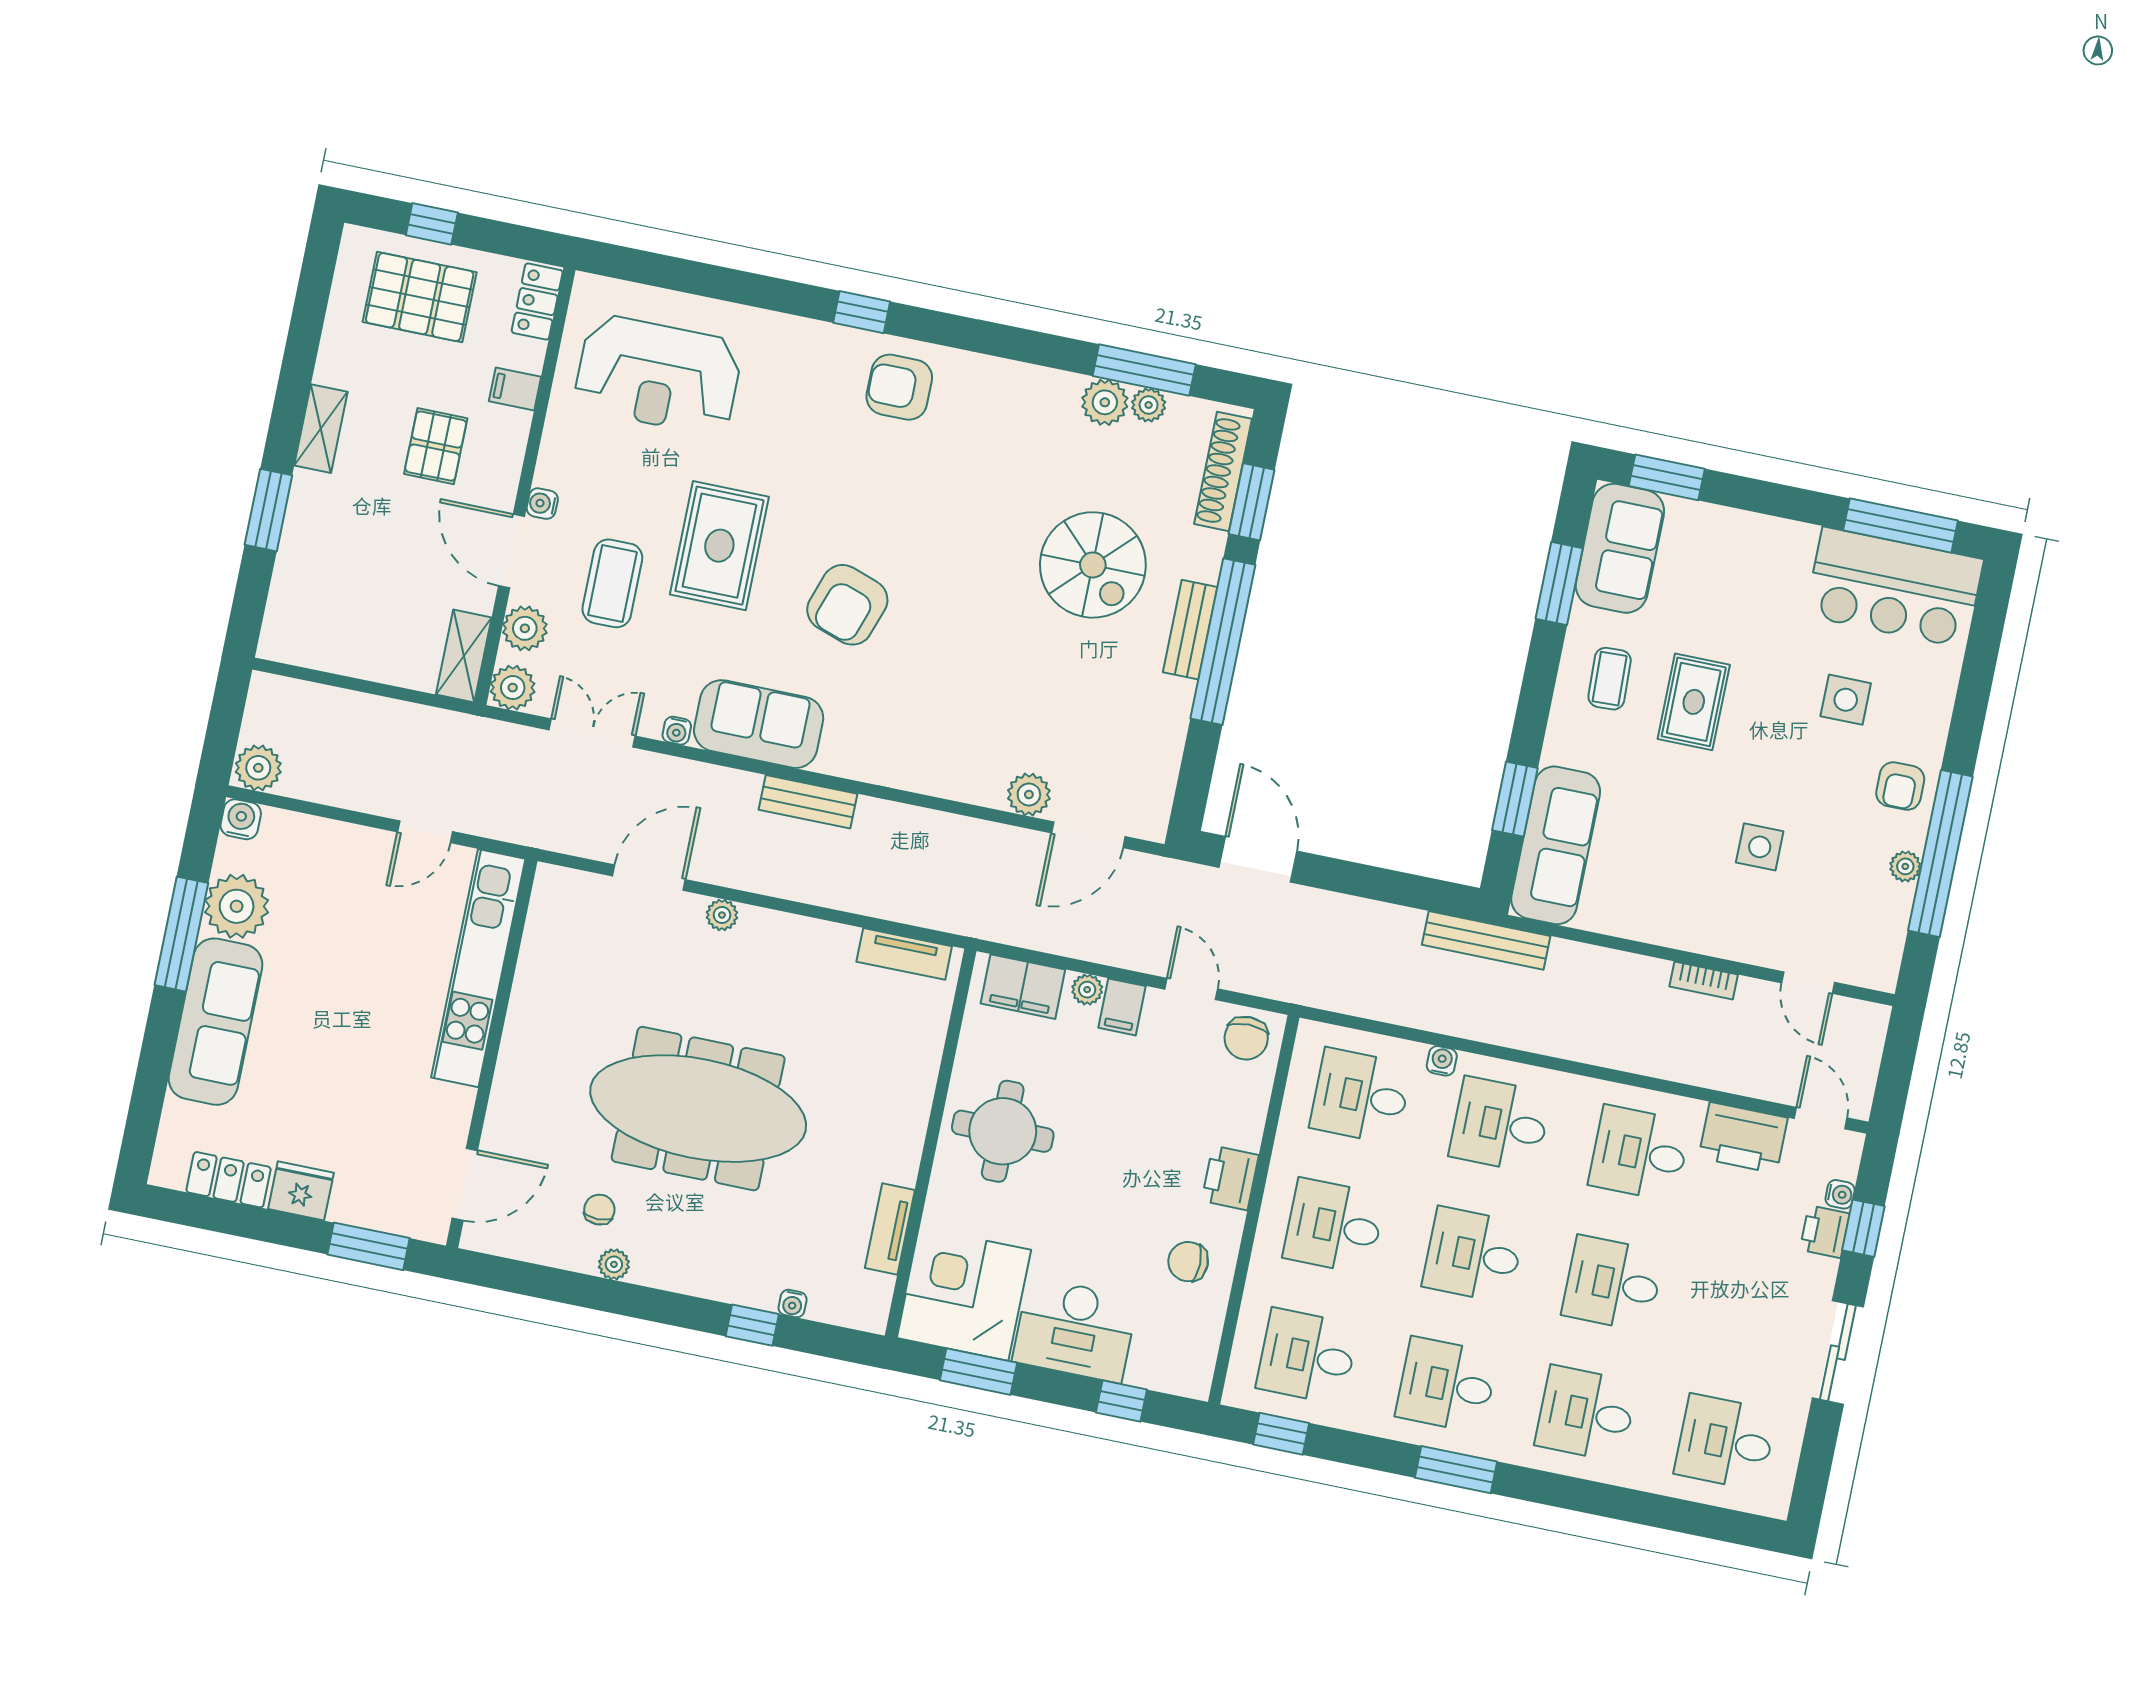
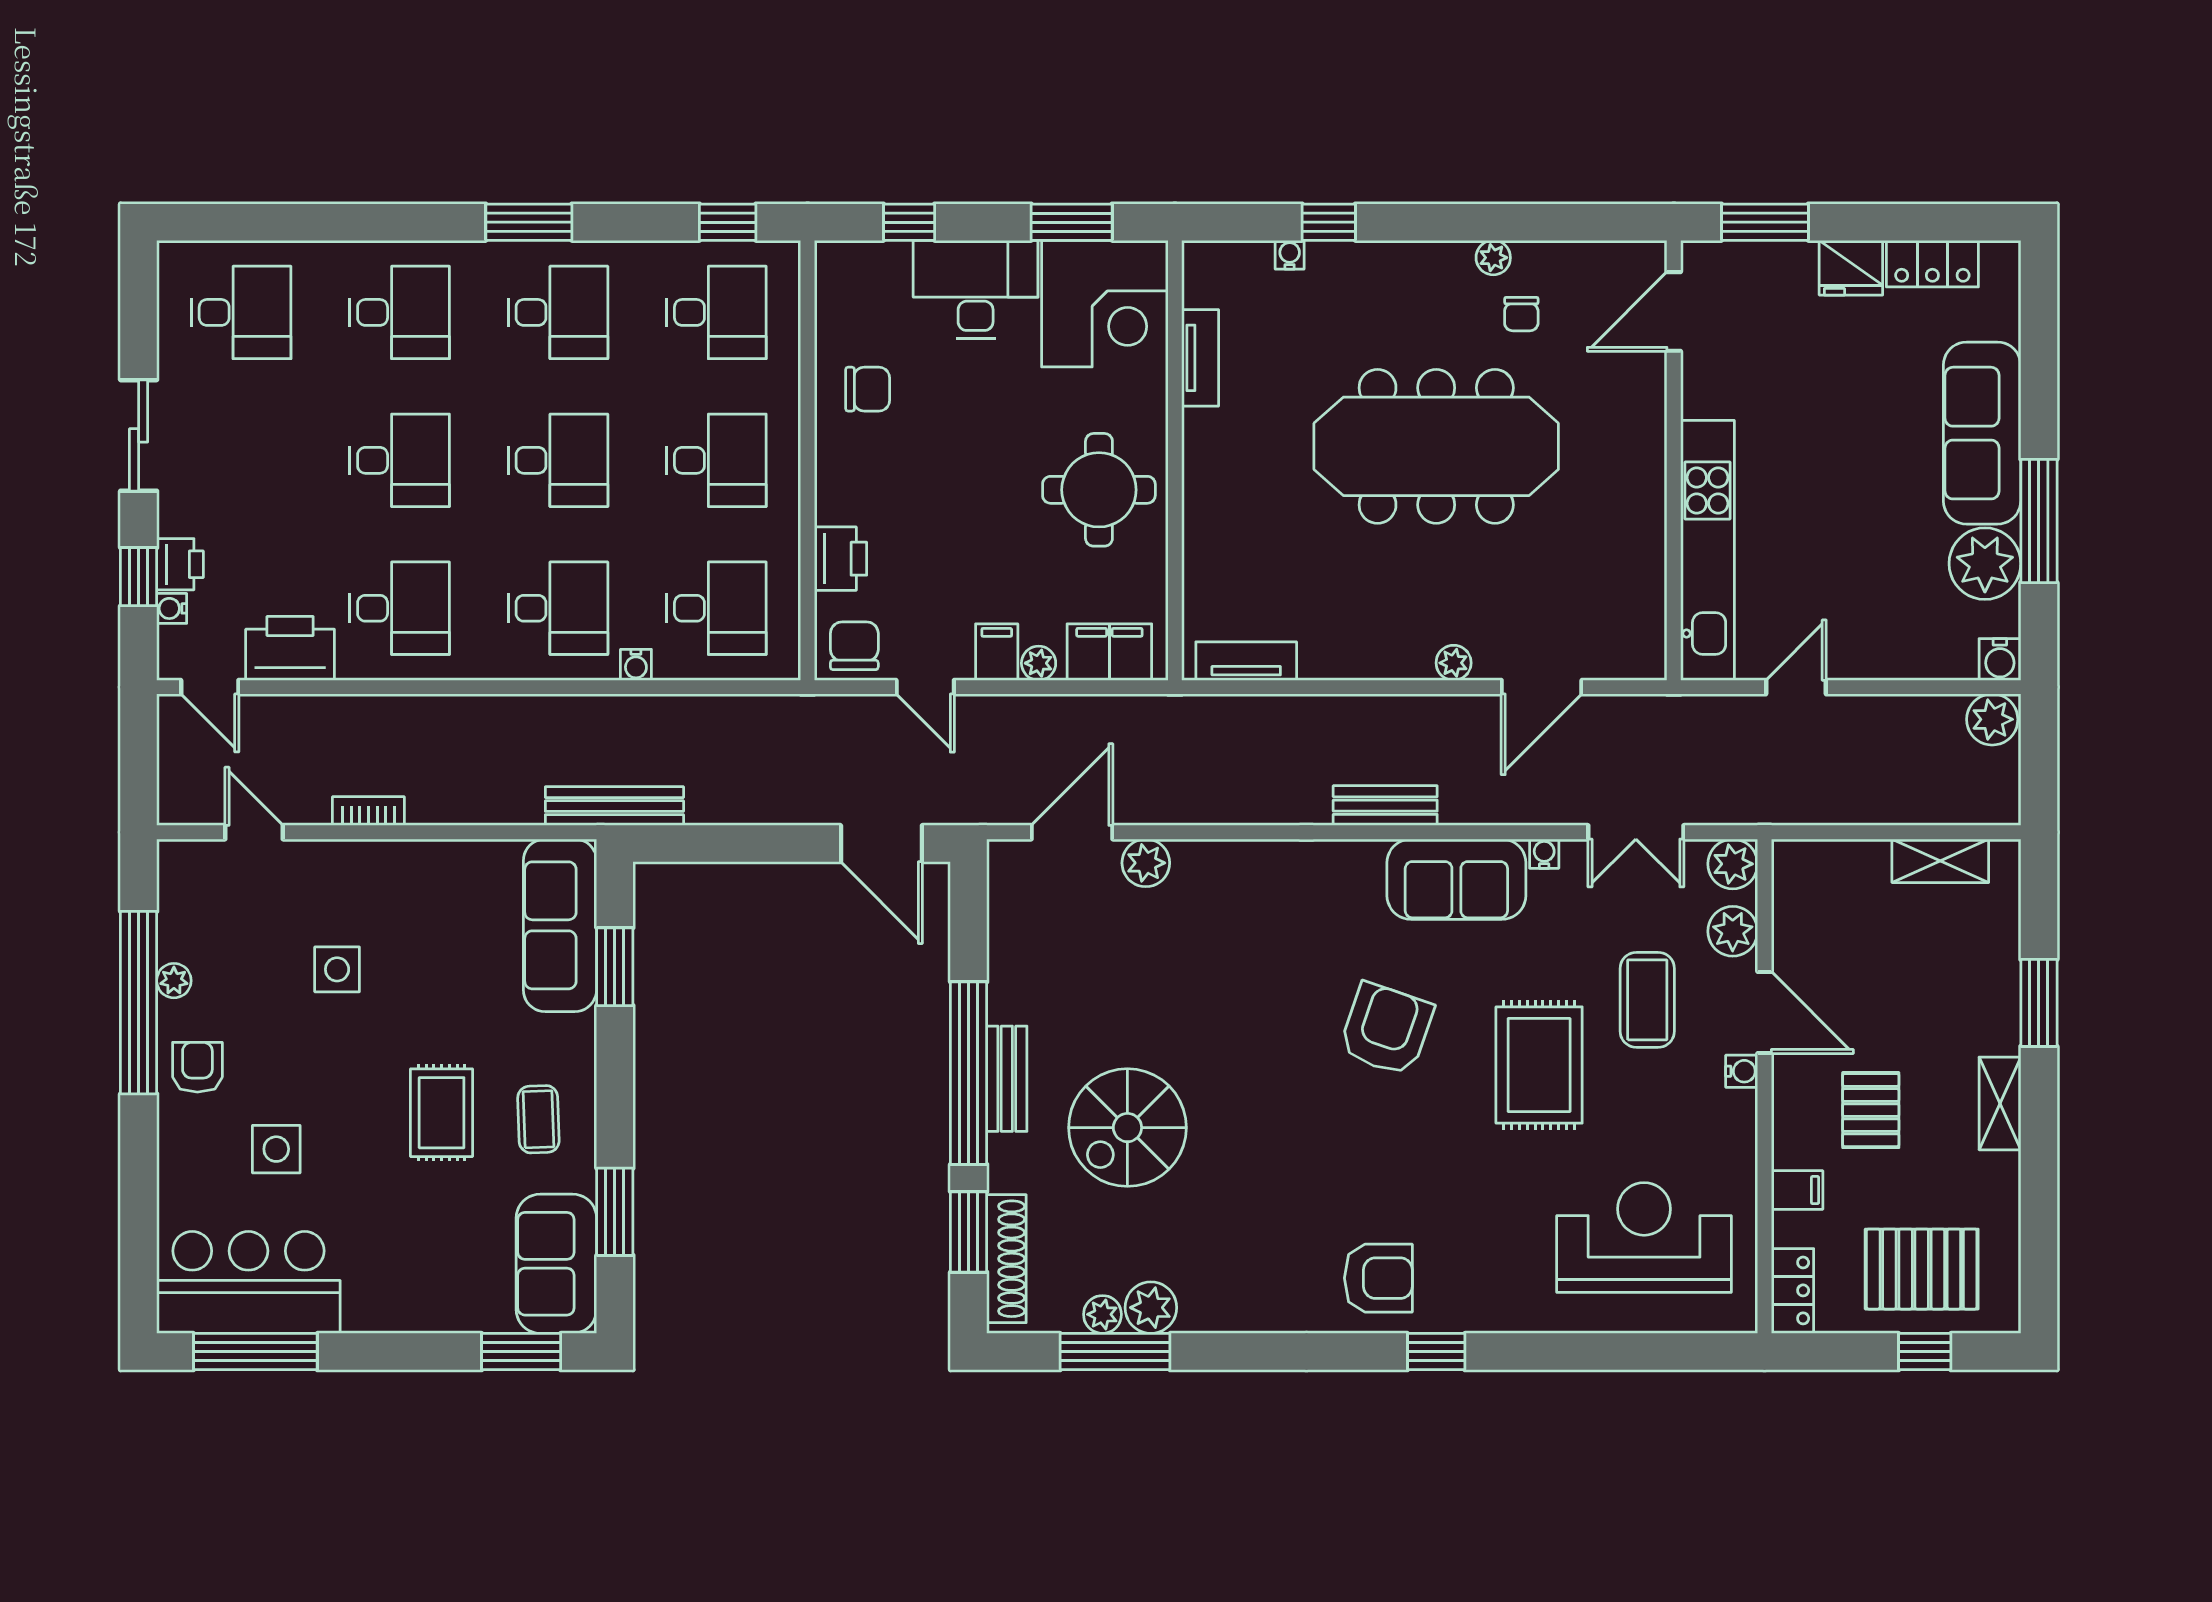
spiral stairs: (1093, 565) -> (1127, 1128), turned -90
shelving: (464, 656) -> (1940, 861), moved, turned 90
printer: (1230, 1178) -> (841, 559), moved

